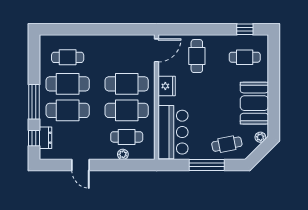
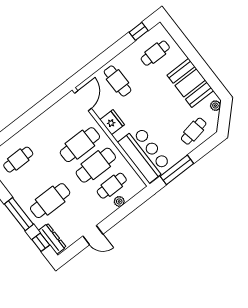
cafe table: (68, 84) -> (34, 180), removed
dresser: (45, 138) -> (52, 239), width x1.44
window: (207, 165) -> (177, 170), moved

